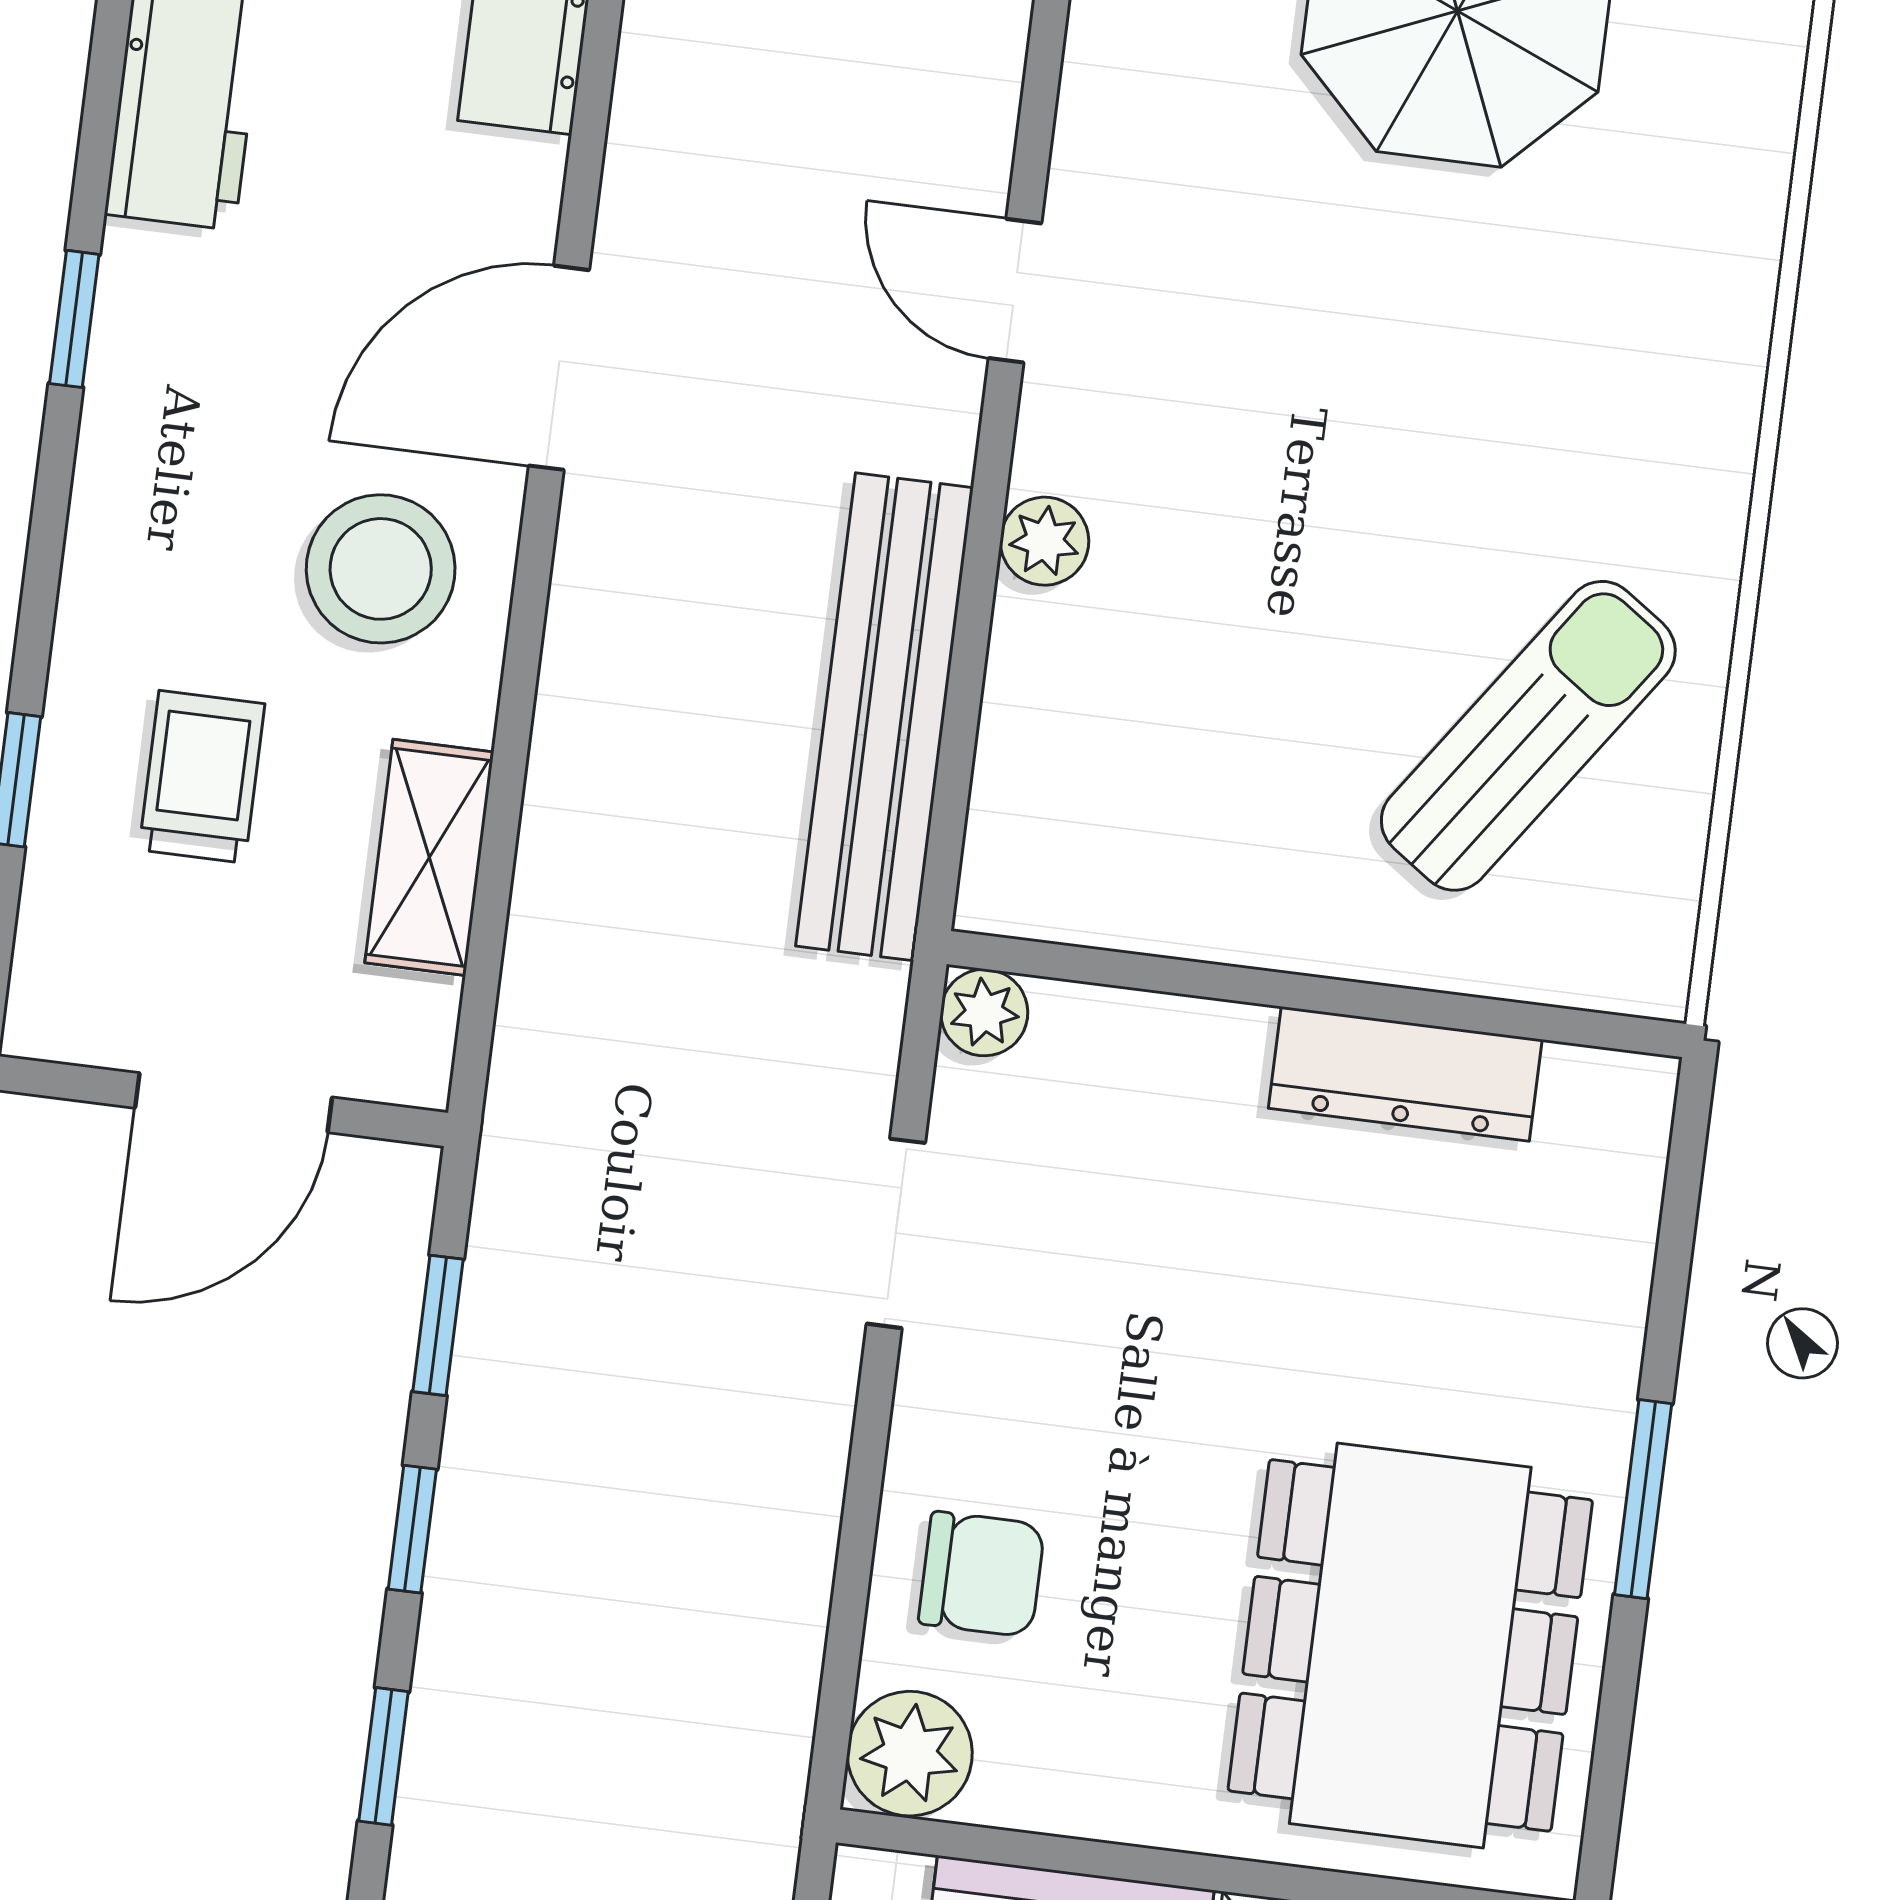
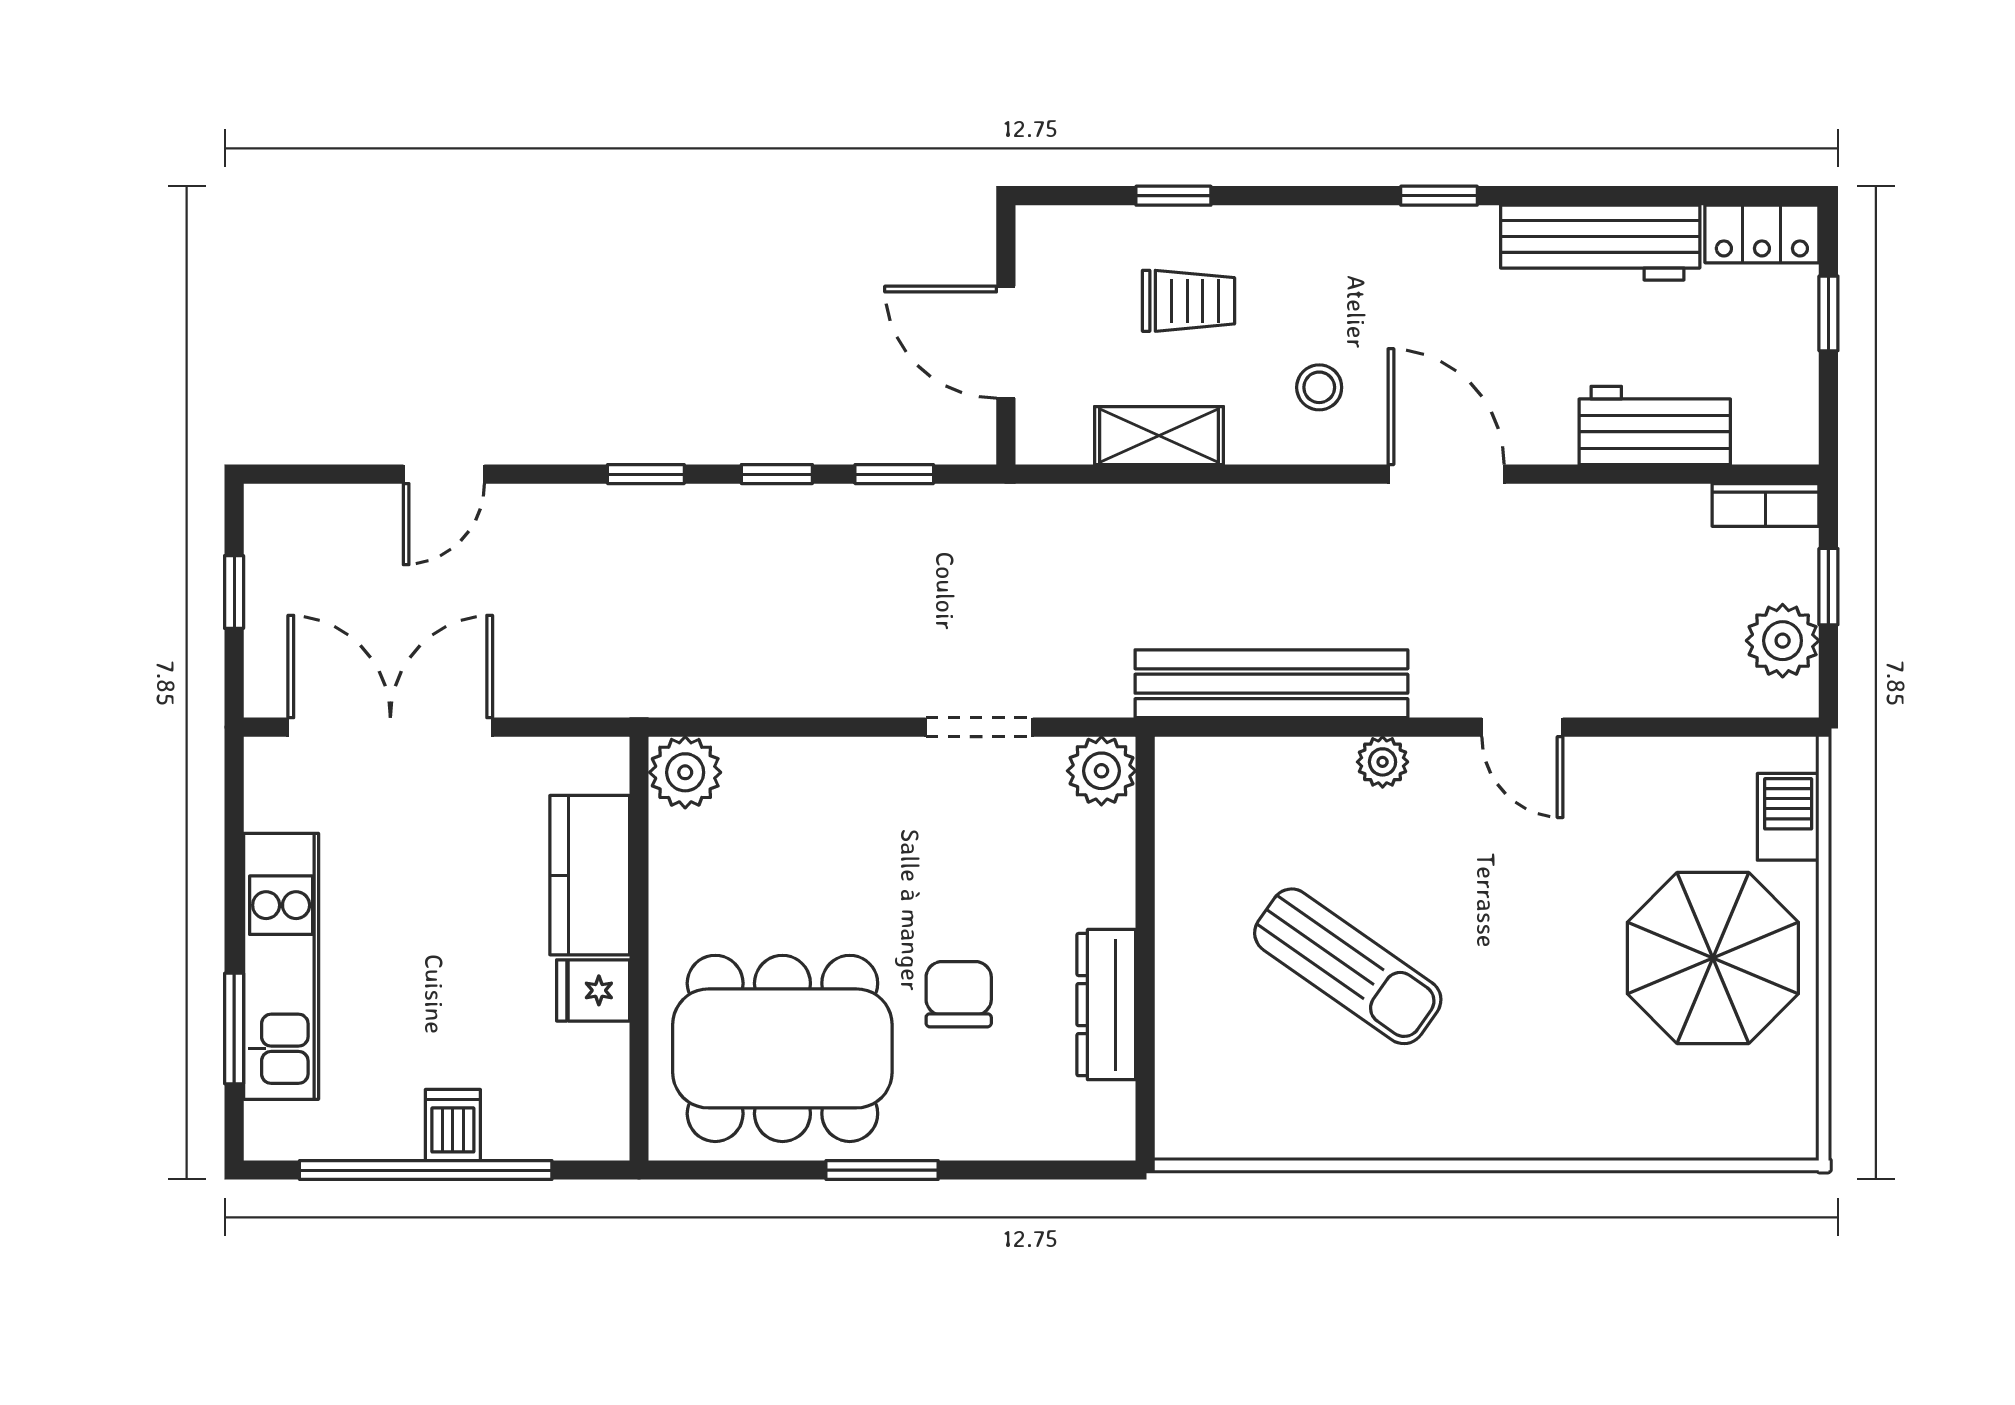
door: (1015, 291) -> (1522, 727), swing flipped
stool: (381, 569) -> (1319, 387), width x0.53, depth x0.53
sun lounger: (1528, 736) -> (1348, 966), moved
plant: (984, 1013) -> (1101, 771), width x1.38, depth x1.38
chair: (981, 1574) -> (959, 994), moved, turned 180

